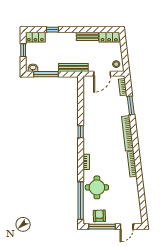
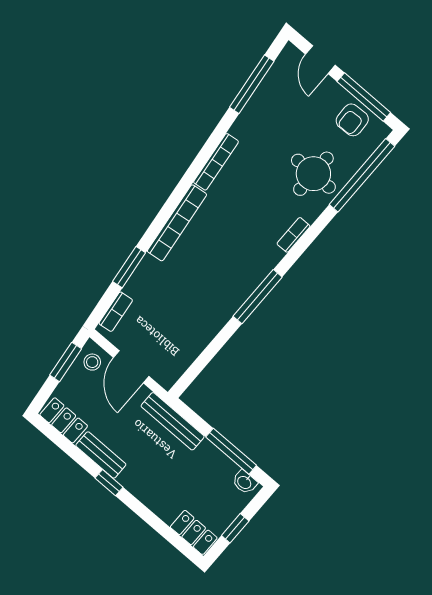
window: (53, 30) -> (109, 483), moved
window: (125, 57) -> (66, 362), added
door: (102, 74) -> (131, 367), swing flipped
window: (81, 132) -> (258, 297), width x2.17
window: (142, 199) -> (252, 84), added
door: (127, 227) -> (320, 60), swing flipped

